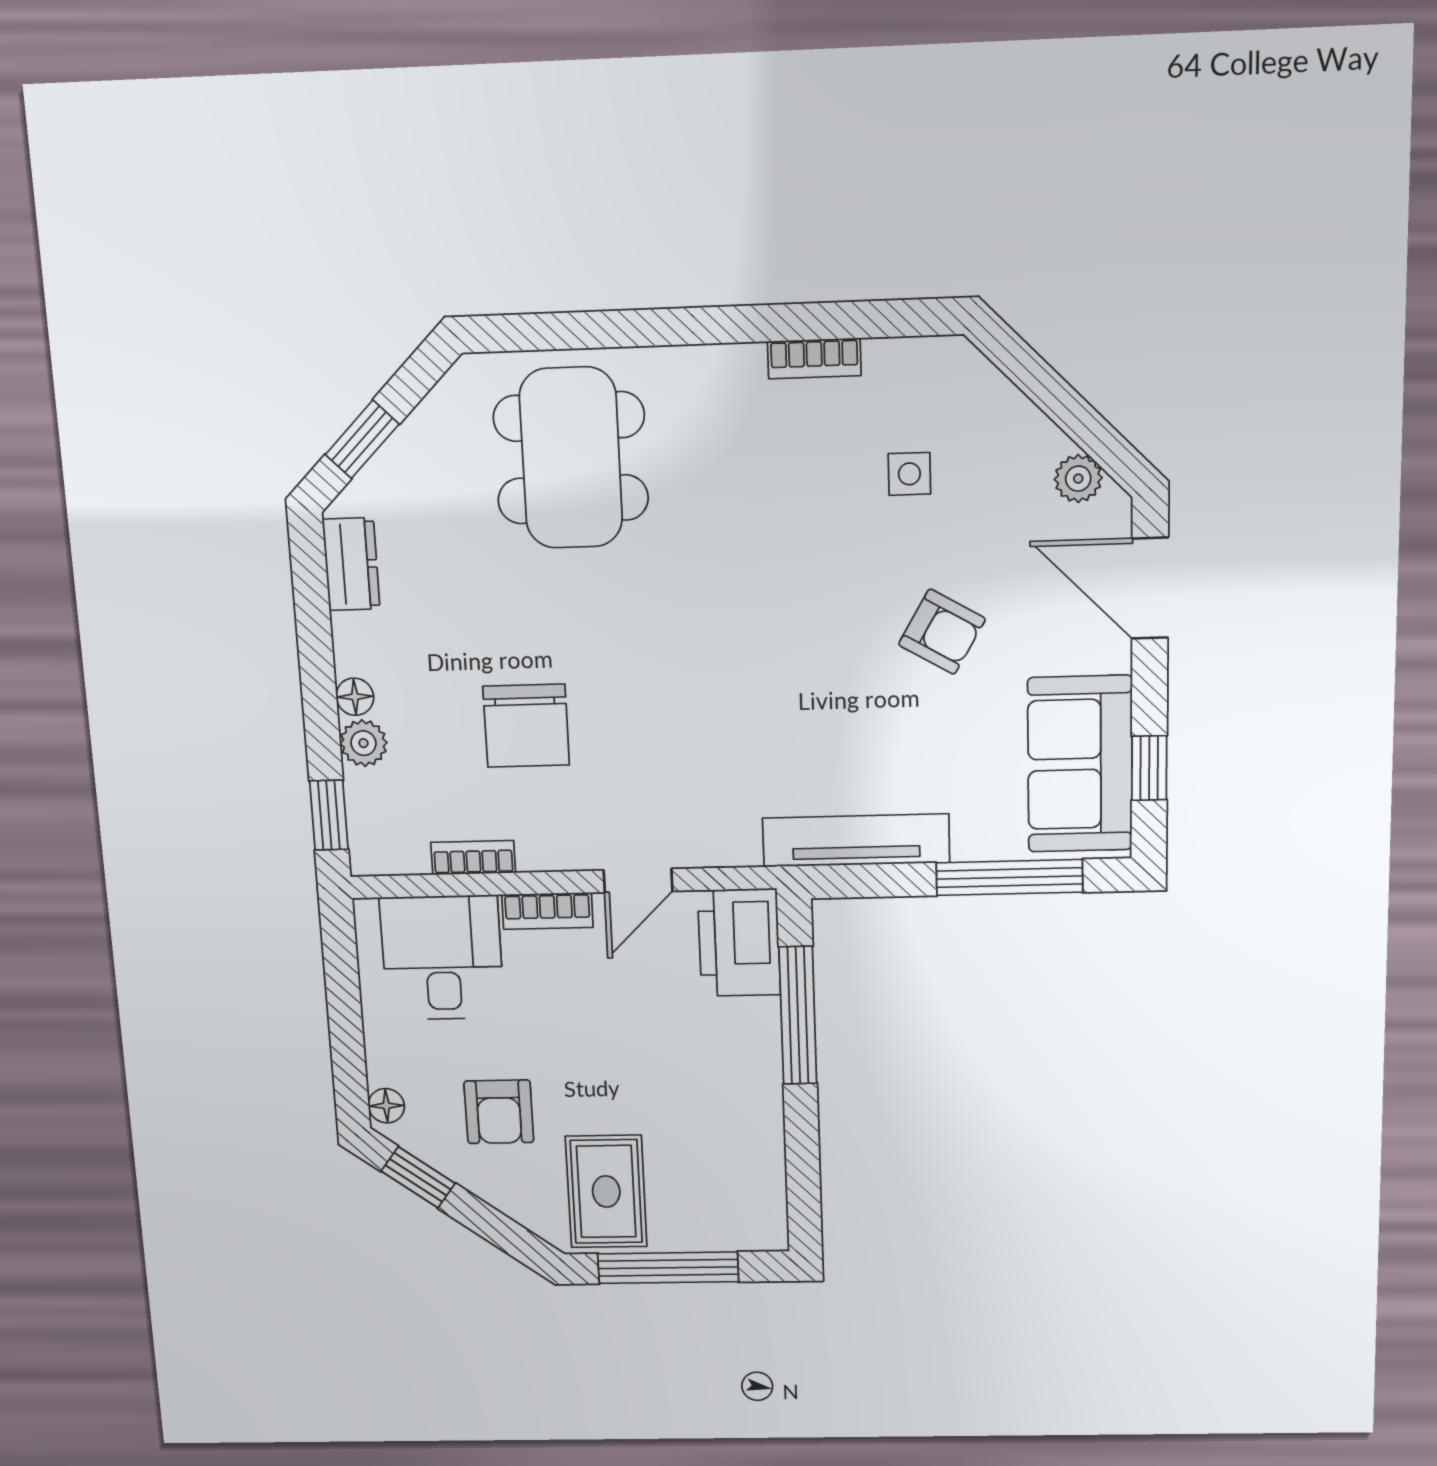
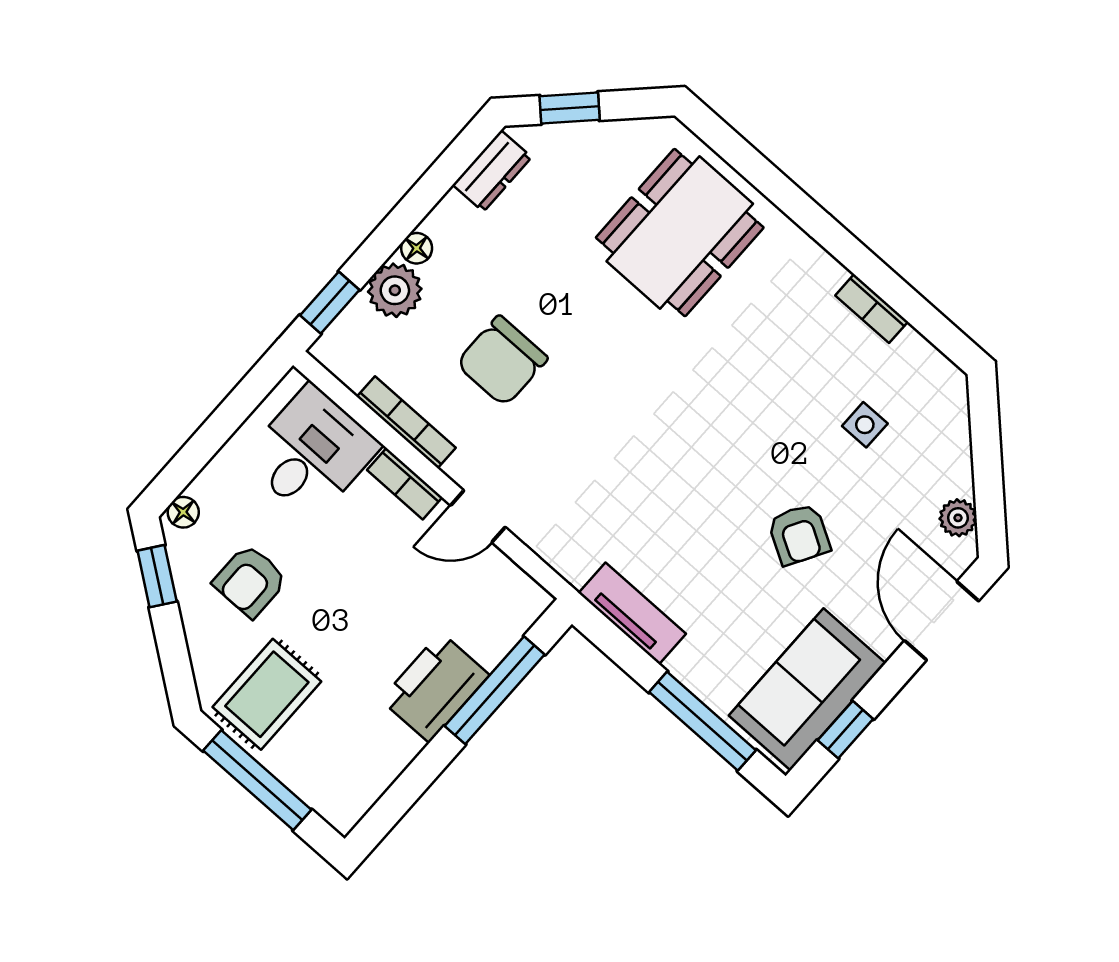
plant: (363, 743) -> (395, 290), width x1.38, depth x1.38
tv unit: (856, 840) -> (632, 613), width x0.71
bookcase: (473, 858) -> (406, 422), width x1.56
printer: (739, 943) -> (435, 687), moved

